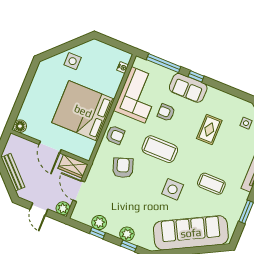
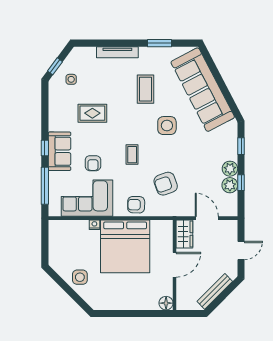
nightstand: (123, 67) -> (94, 225), moved
armchair: (115, 135) -> (136, 205), turned -89
coffee table: (160, 149) -> (132, 155), width x0.54, depth x0.58
door: (79, 191) -> (207, 218), swing flipped
plant: (63, 208) -> (230, 227), removed
plant: (127, 234) -> (230, 169), moved

